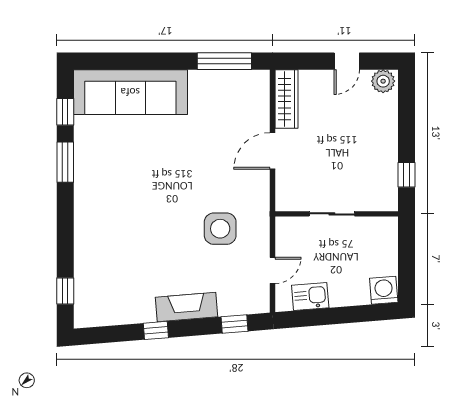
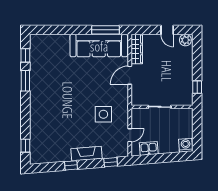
door: (347, 61) -> (167, 30), hinge flipped
sofa: (130, 92) -> (99, 46), moved

